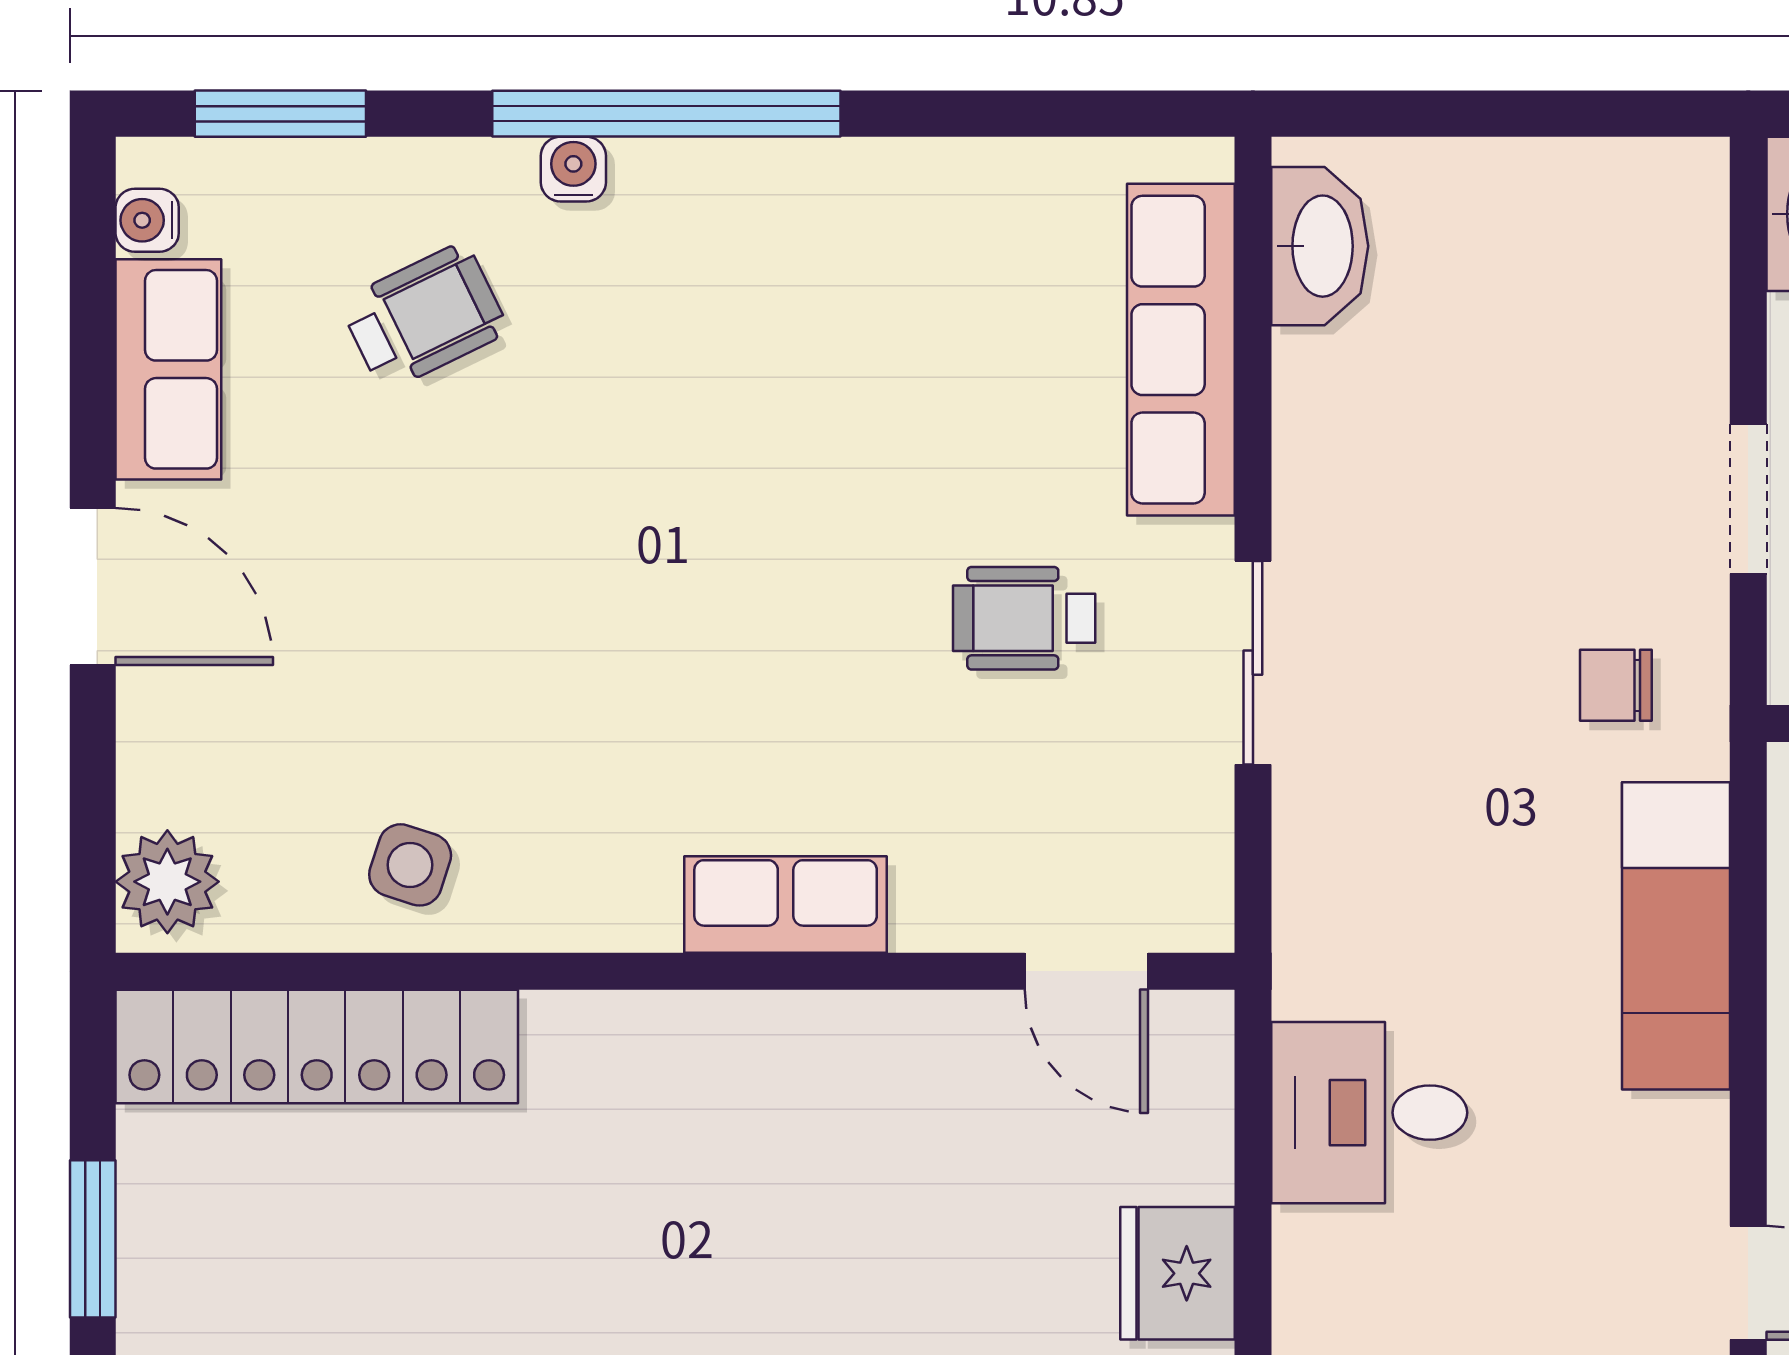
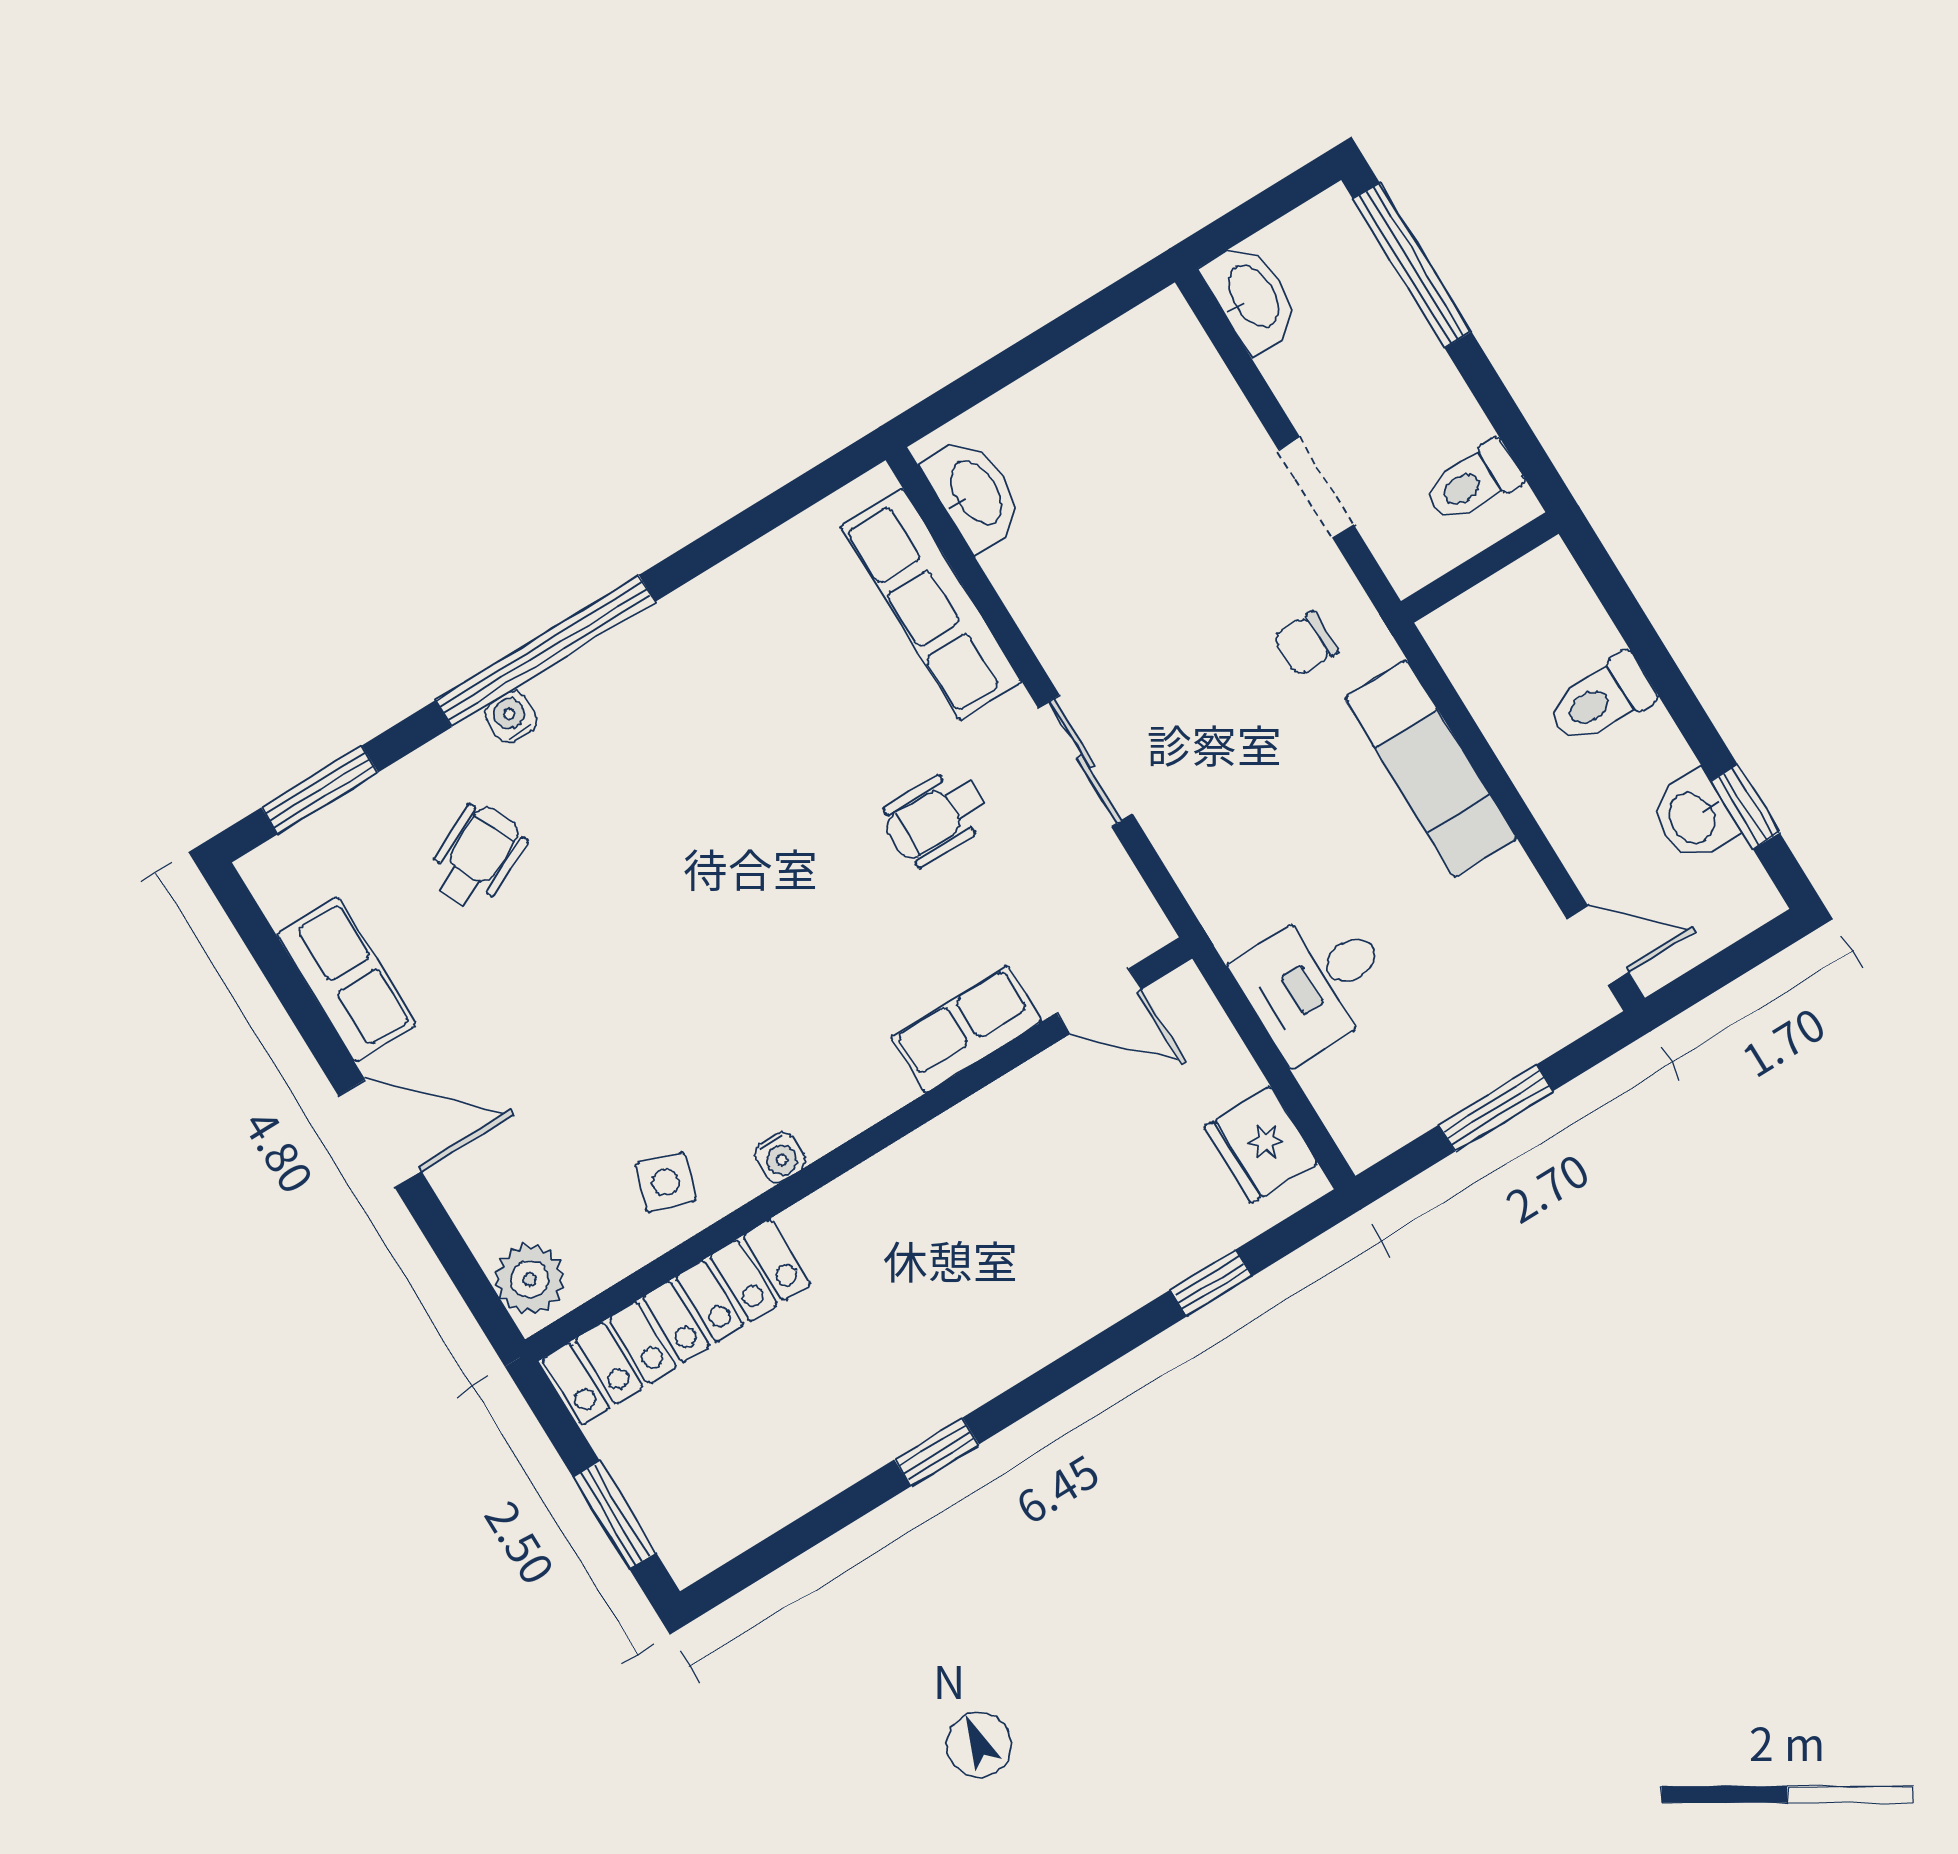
water cooler: (147, 220) -> (780, 1157), moved, turned -90
row of seats: (786, 904) -> (966, 1029), moved

